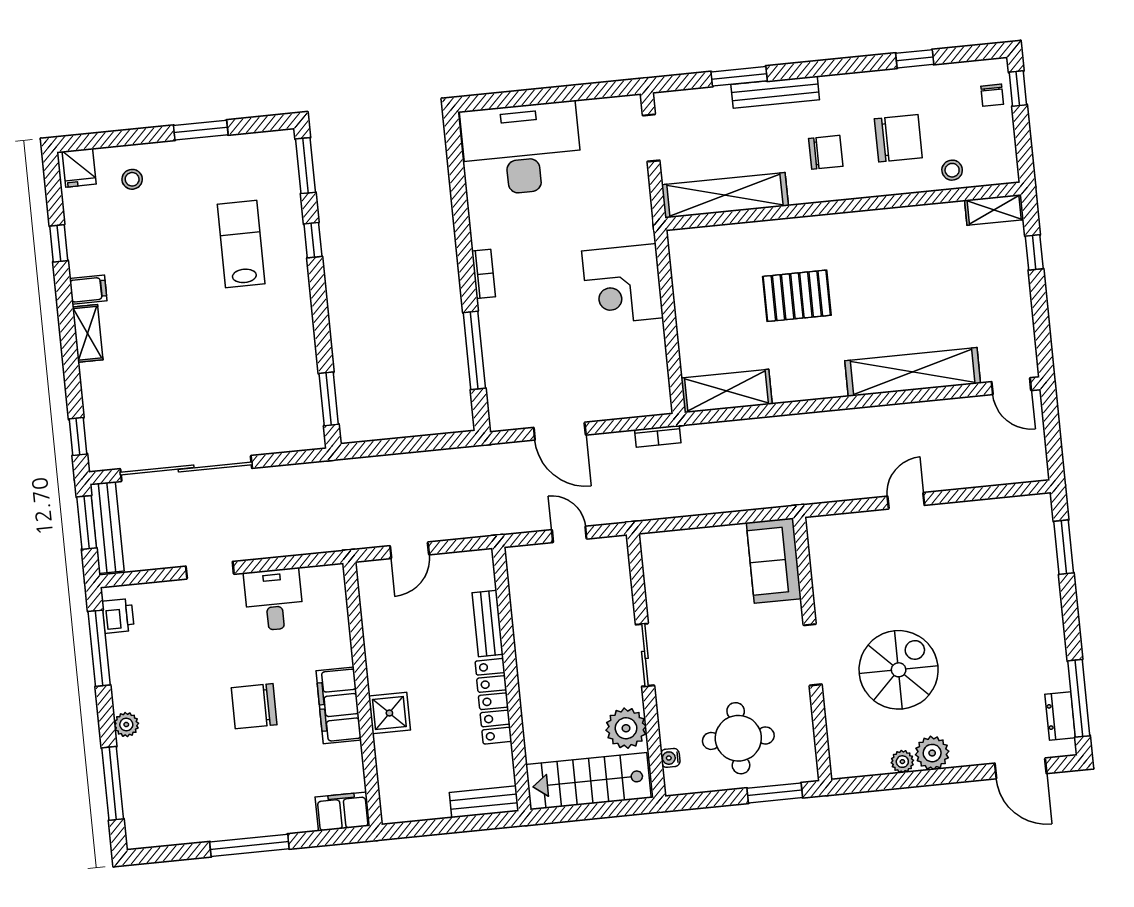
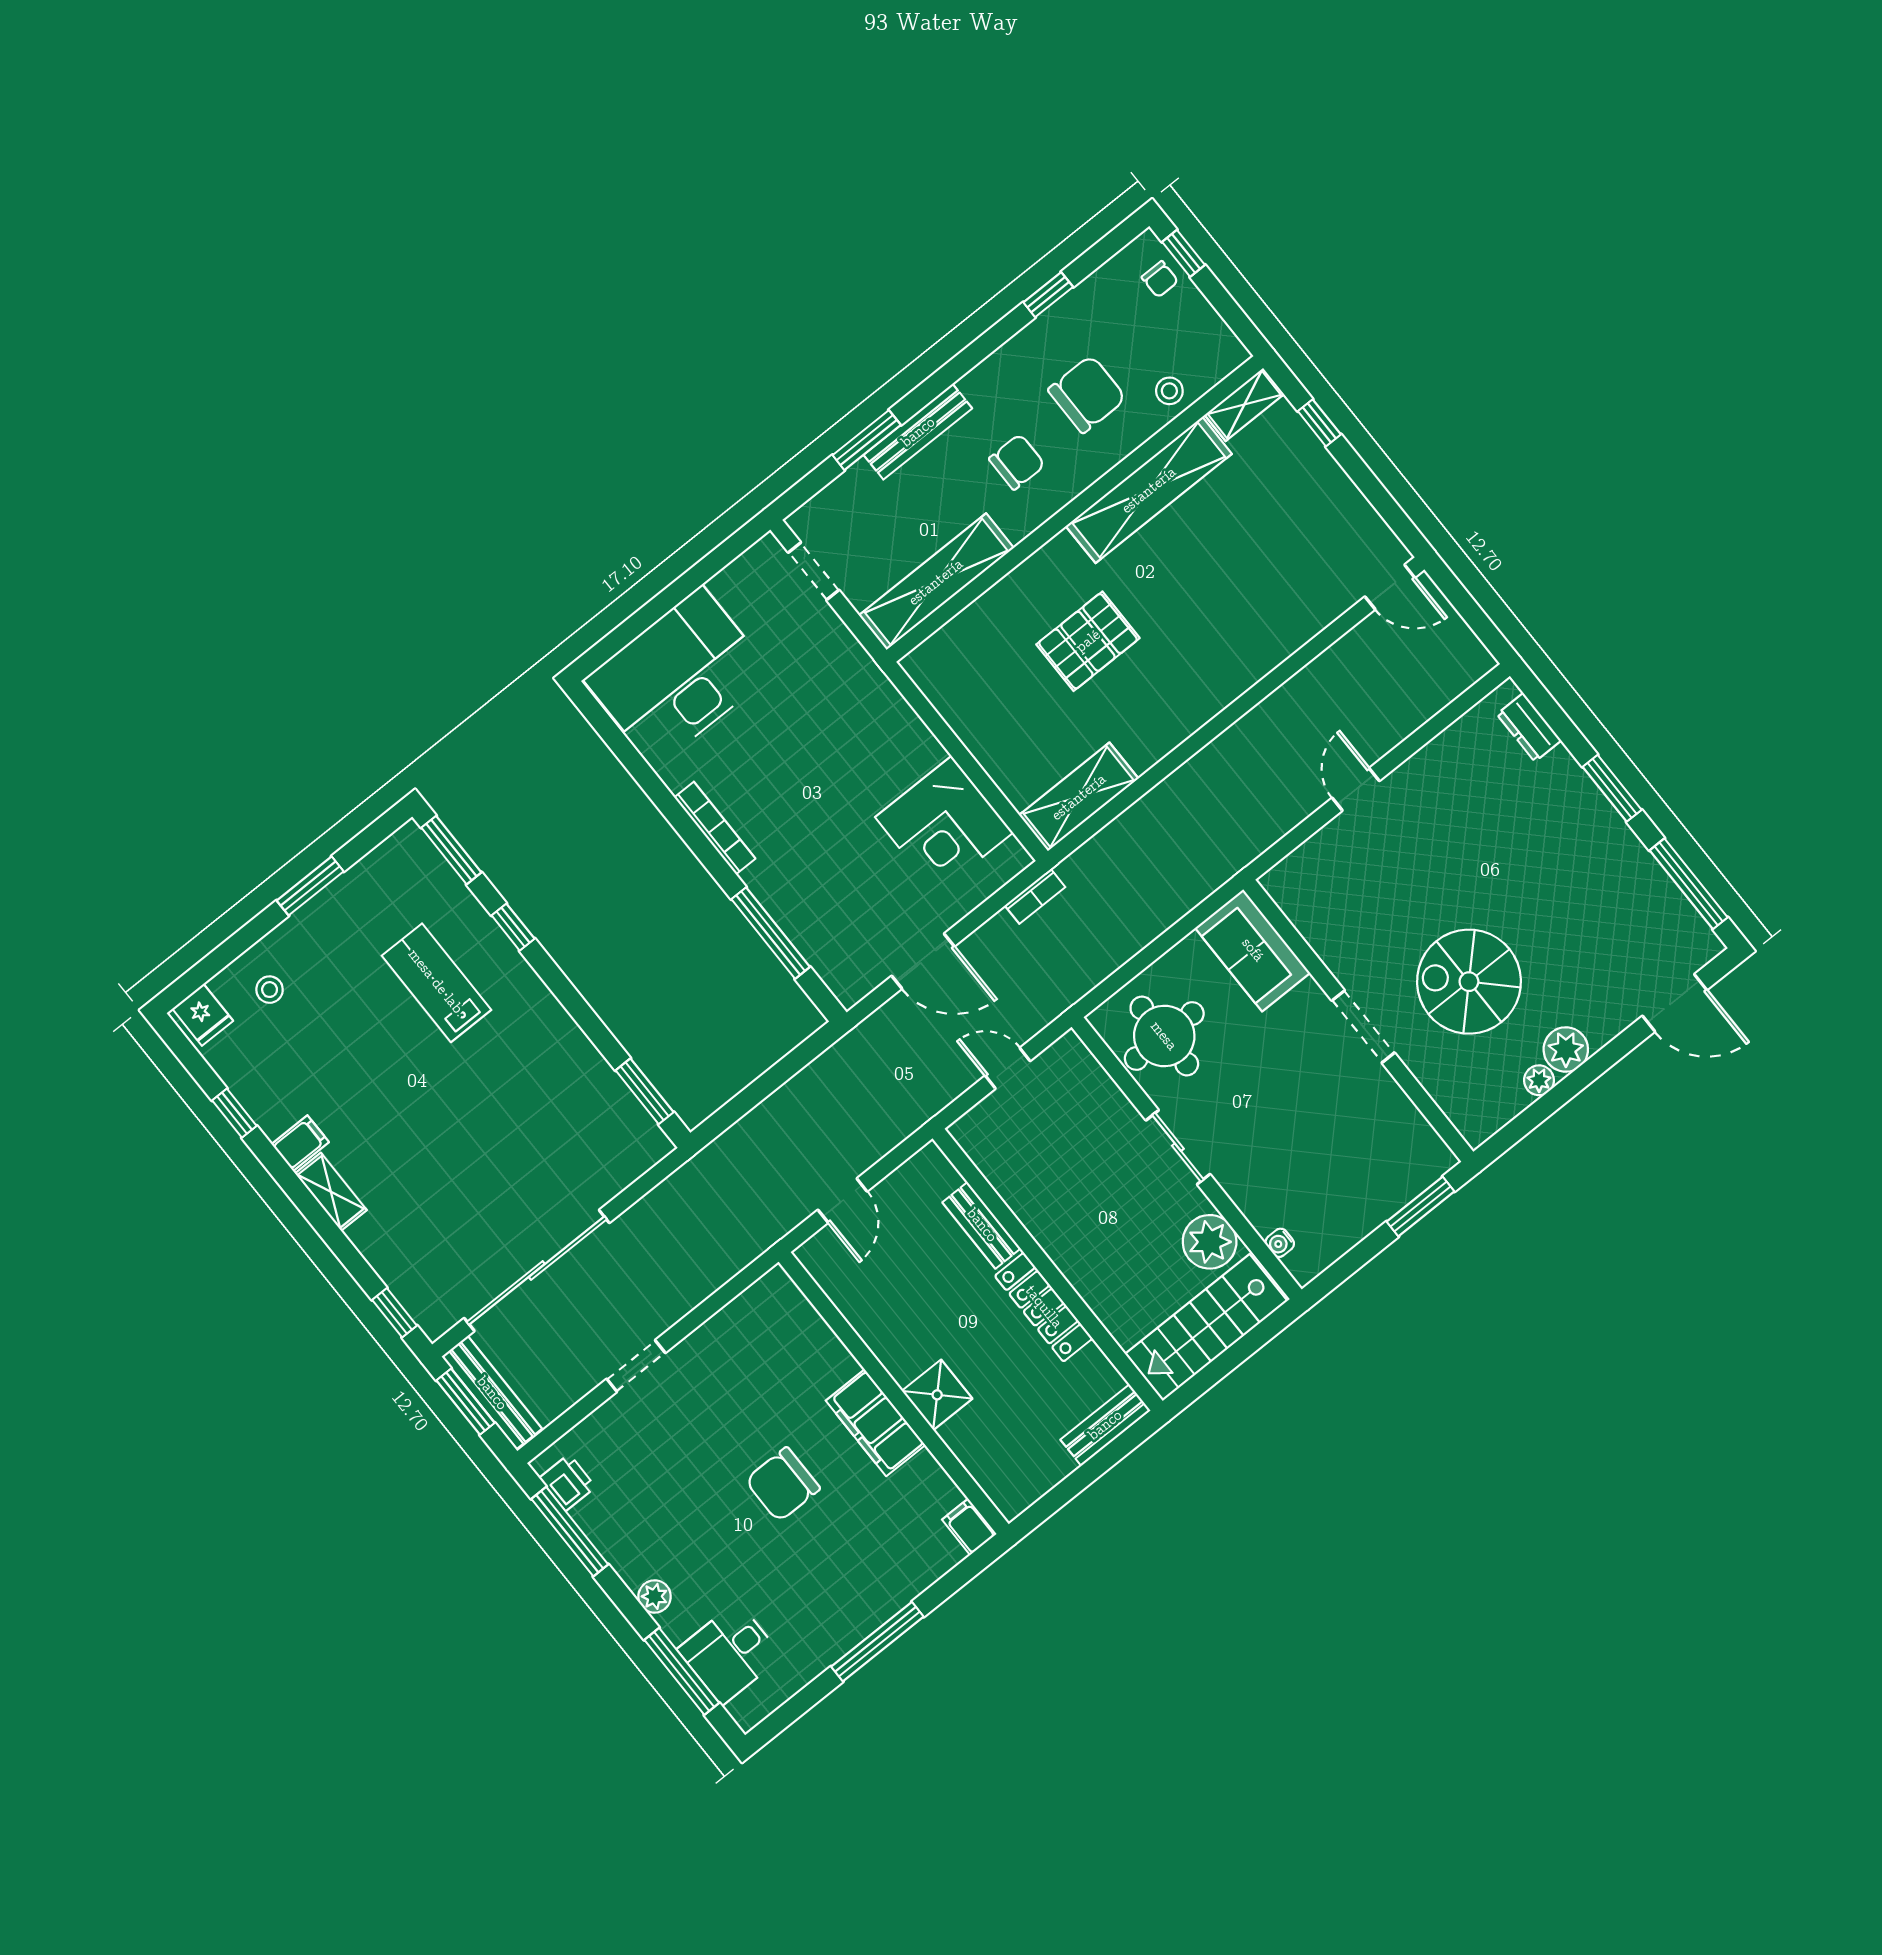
bookcase: (484, 274) -> (715, 828), width x1.56
corner desk: (622, 284) -> (944, 825), moved
shelving: (913, 372) -> (1149, 490), moved
window: (1064, 547) -> (1612, 788), moved
desk: (274, 600) -> (730, 1653), moved, turned -90
spiral stairs: (899, 670) -> (1469, 982), turned -90
dresser: (1060, 716) -> (1529, 727), moved
round table: (738, 738) -> (1164, 1036), moved
filing cabinet: (343, 812) -> (969, 1527), width x0.50

